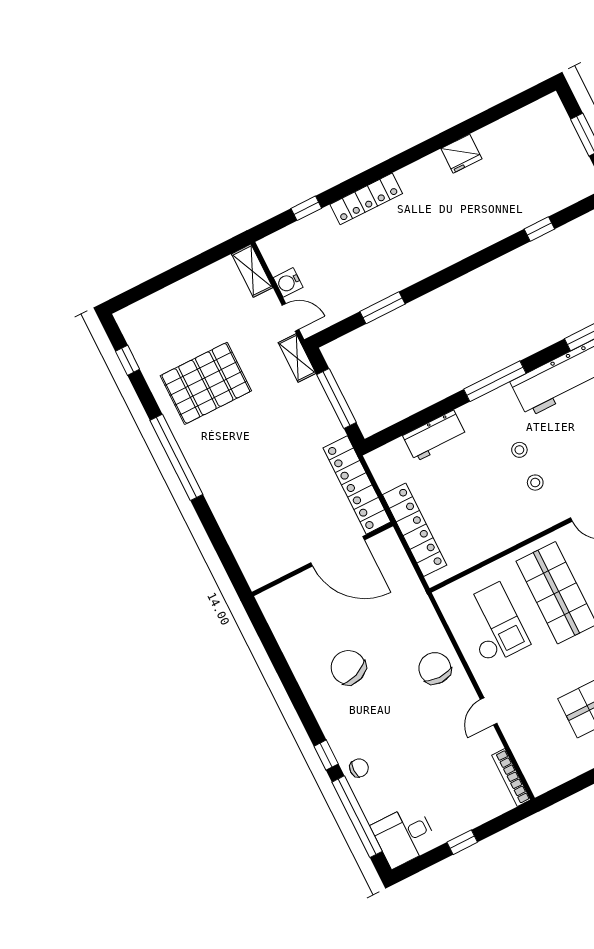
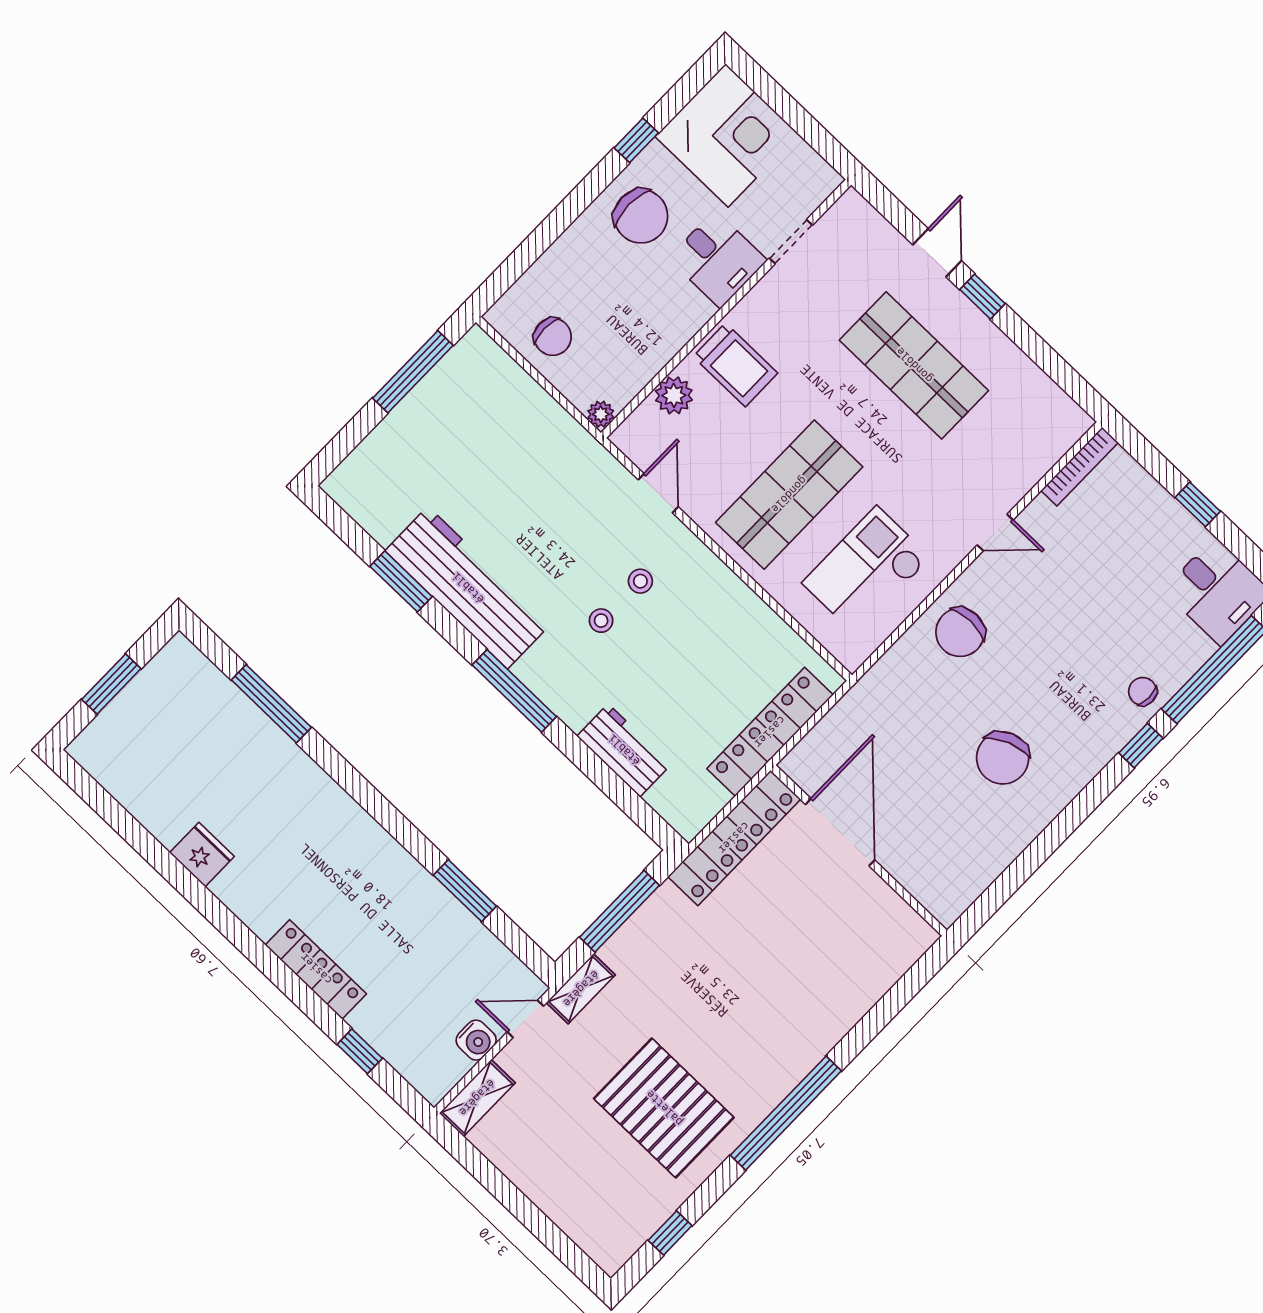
window: (539, 229) -> (271, 704), width x2.17
door: (290, 317) -> (525, 1019), hinge flipped

